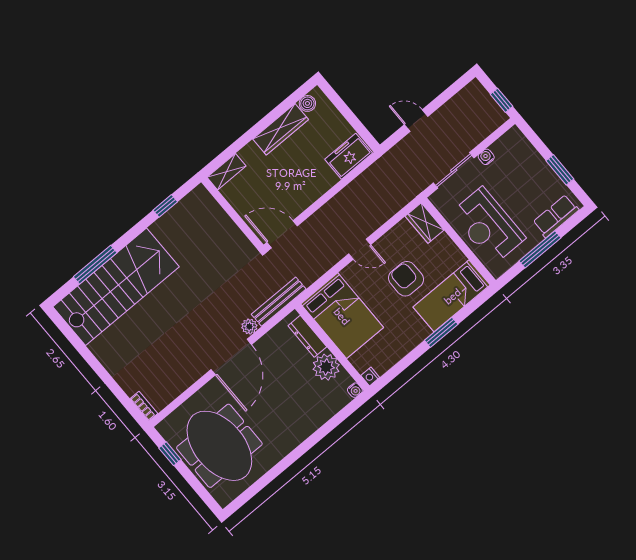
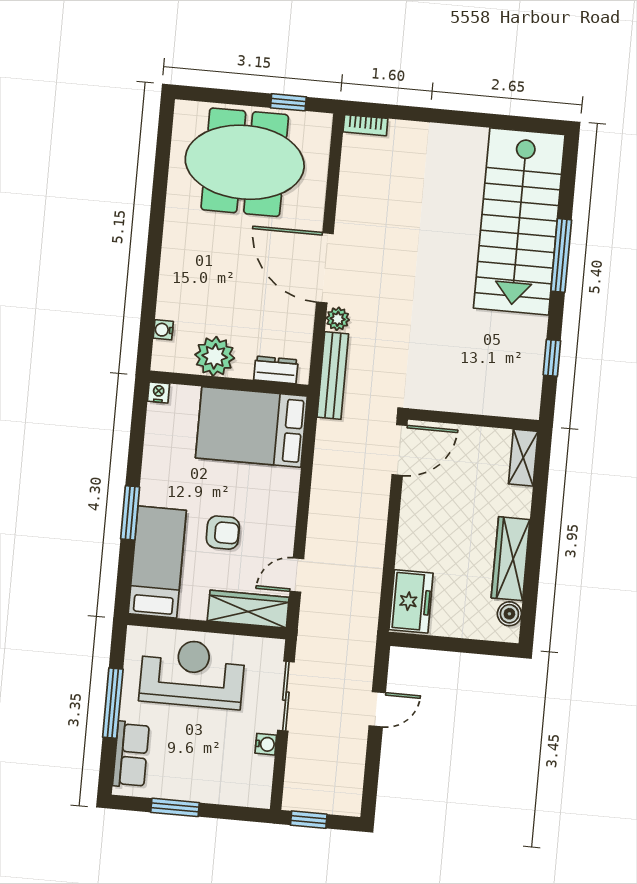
wardrobe: (425, 223) -> (248, 609), width x1.50
door: (360, 249) -> (297, 575), moved
window: (95, 265) -> (561, 255), moved
armchair: (406, 279) -> (223, 533), width x0.72, depth x0.72
dresser: (307, 336) -> (276, 370), width x0.70
water cooler: (355, 390) -> (163, 330), moved

